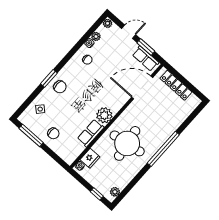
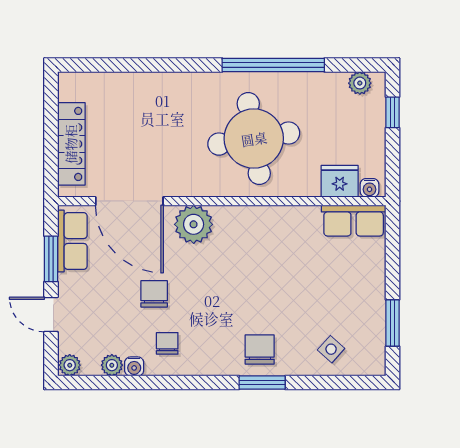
plant: (104, 115) -> (194, 224), moved
chair: (53, 133) -> (154, 294), moved
row of seats: (91, 133) -> (354, 221), moved
window: (31, 135) -> (393, 323), width x0.69
window: (163, 149) -> (273, 65), moved

